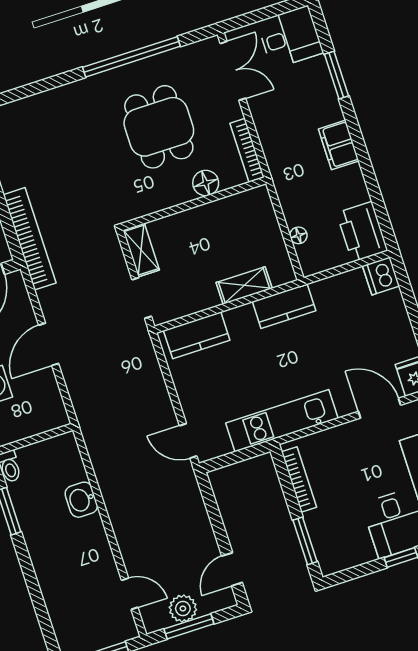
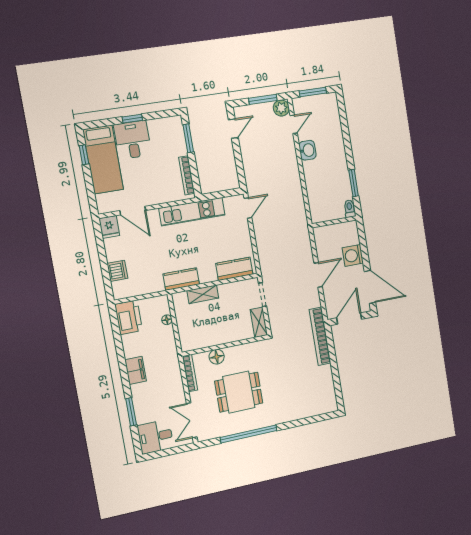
dining table: (159, 127) -> (239, 392), turned 90
dishwasher: (381, 276) -> (117, 271), moved
door: (188, 441) -> (248, 208), hinge flipped
washbasin: (81, 500) -> (308, 150), moved
door: (130, 594) -> (294, 124), swing flipped
plant: (183, 608) -> (281, 108), moved

